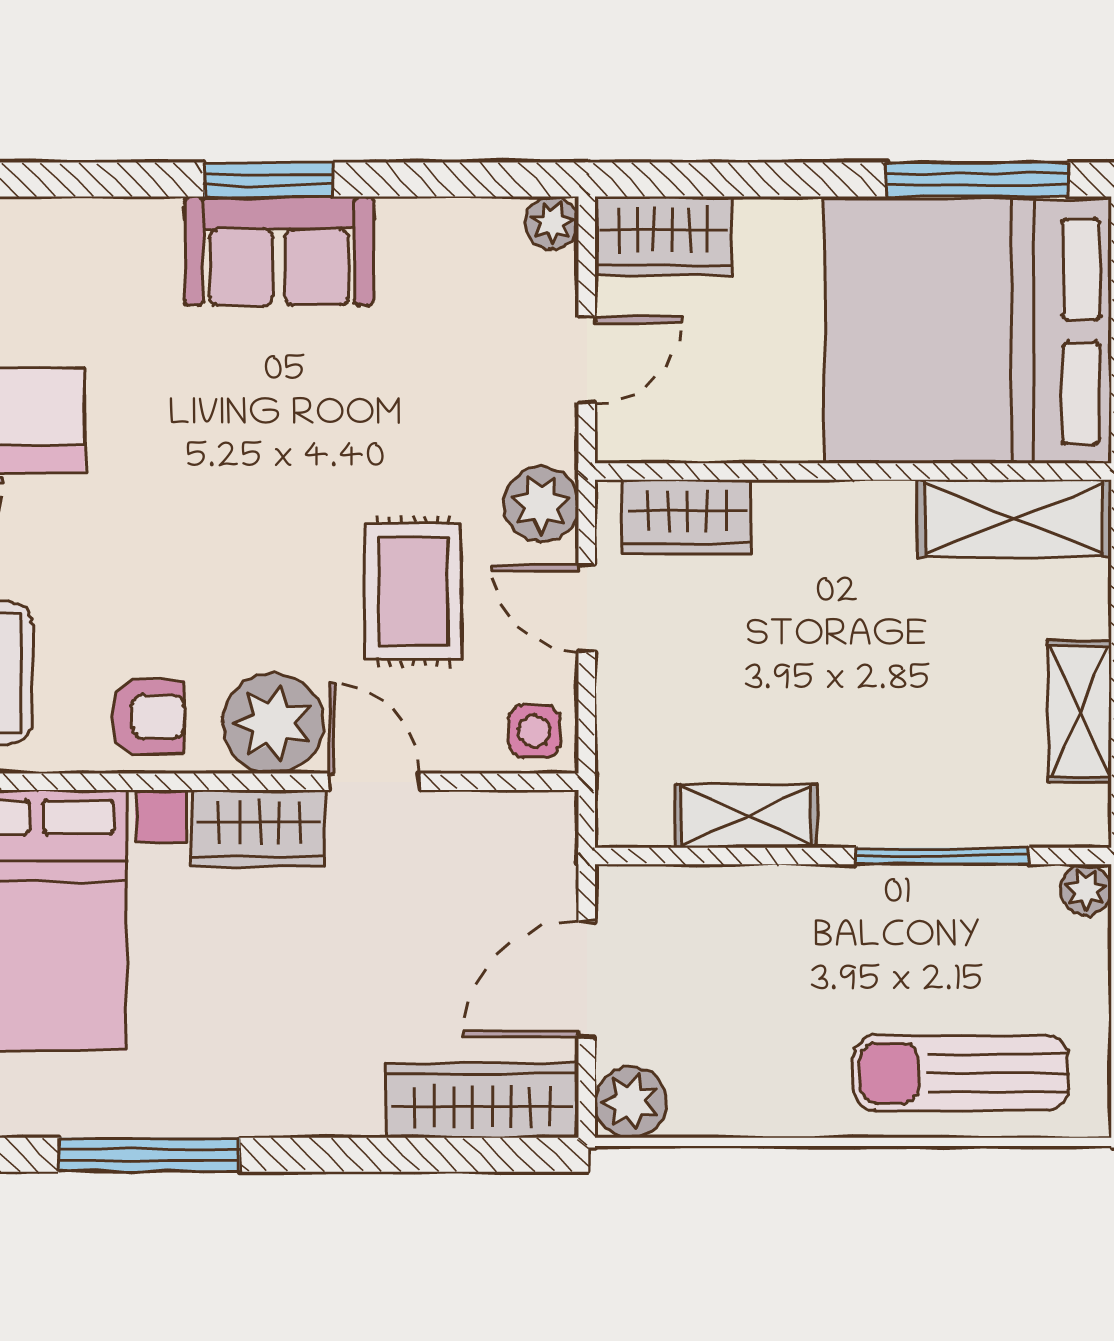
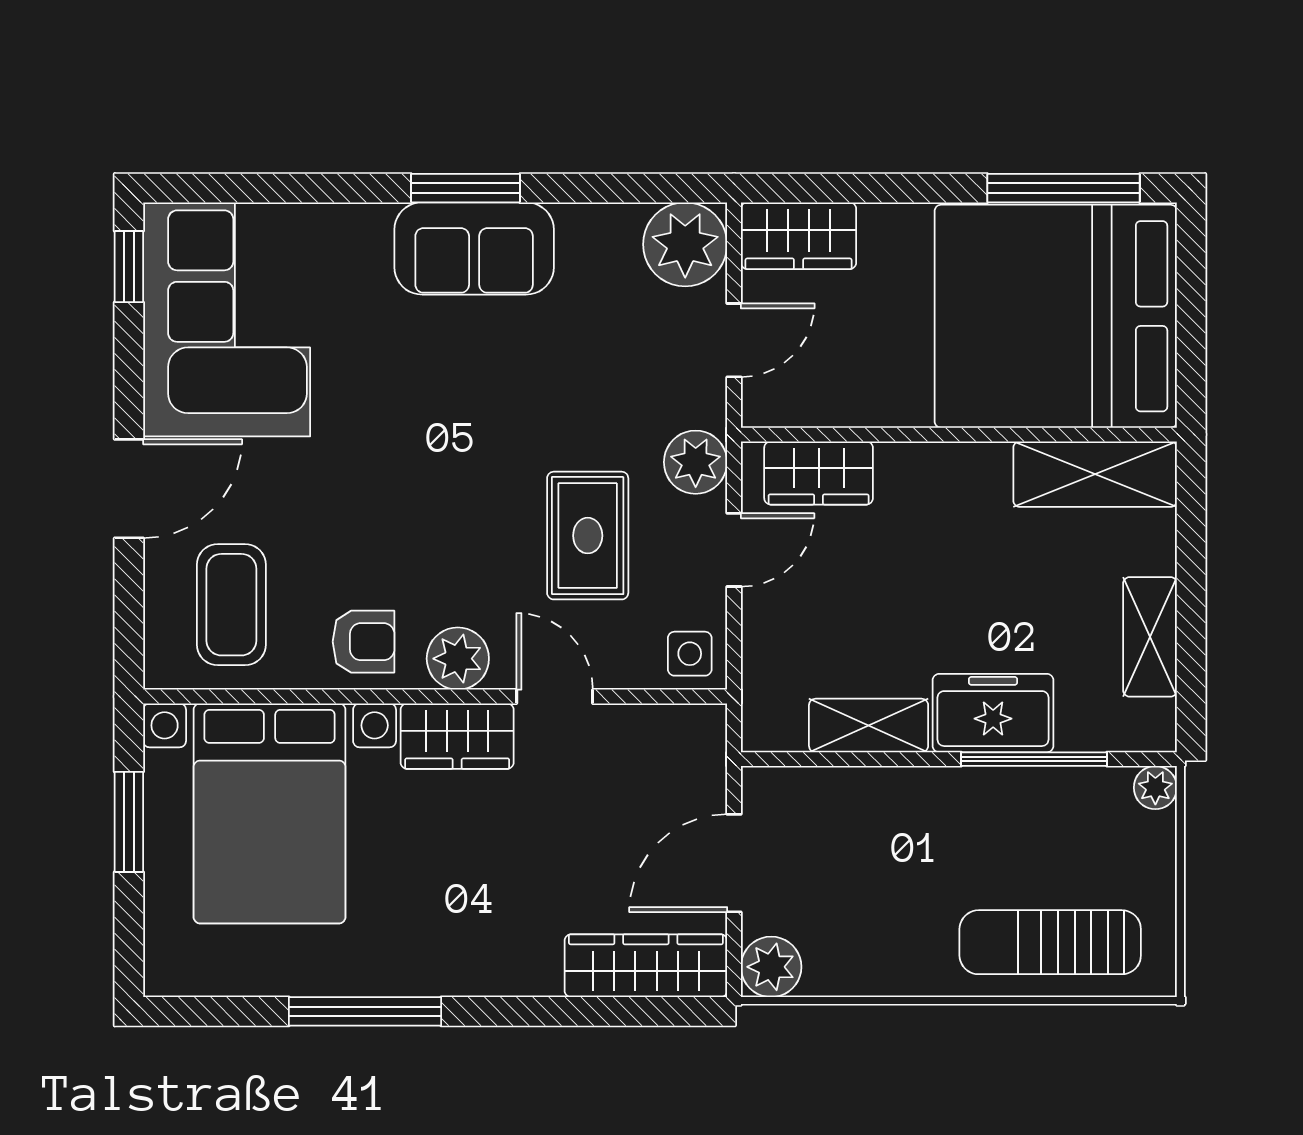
plant: (552, 223) -> (685, 244), width x1.88, depth x1.88
door: (587, 608) -> (734, 550), swing flipped
plant: (273, 723) -> (458, 659), width x0.73, depth x0.73
freezer: (894, 801) -> (993, 713), added

